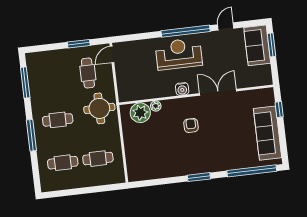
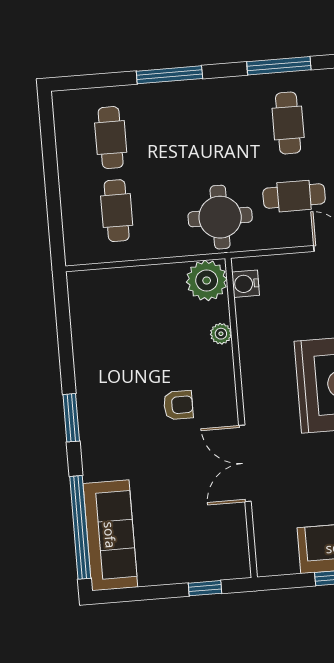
water cooler: (182, 89) -> (246, 284), moved
double door: (218, 92) -> (245, 463), swing flipped
plant: (140, 113) -> (207, 280), moved
cafe table: (58, 120) -> (288, 123), moved
sofa: (268, 133) -> (110, 535), moved, turned 90

